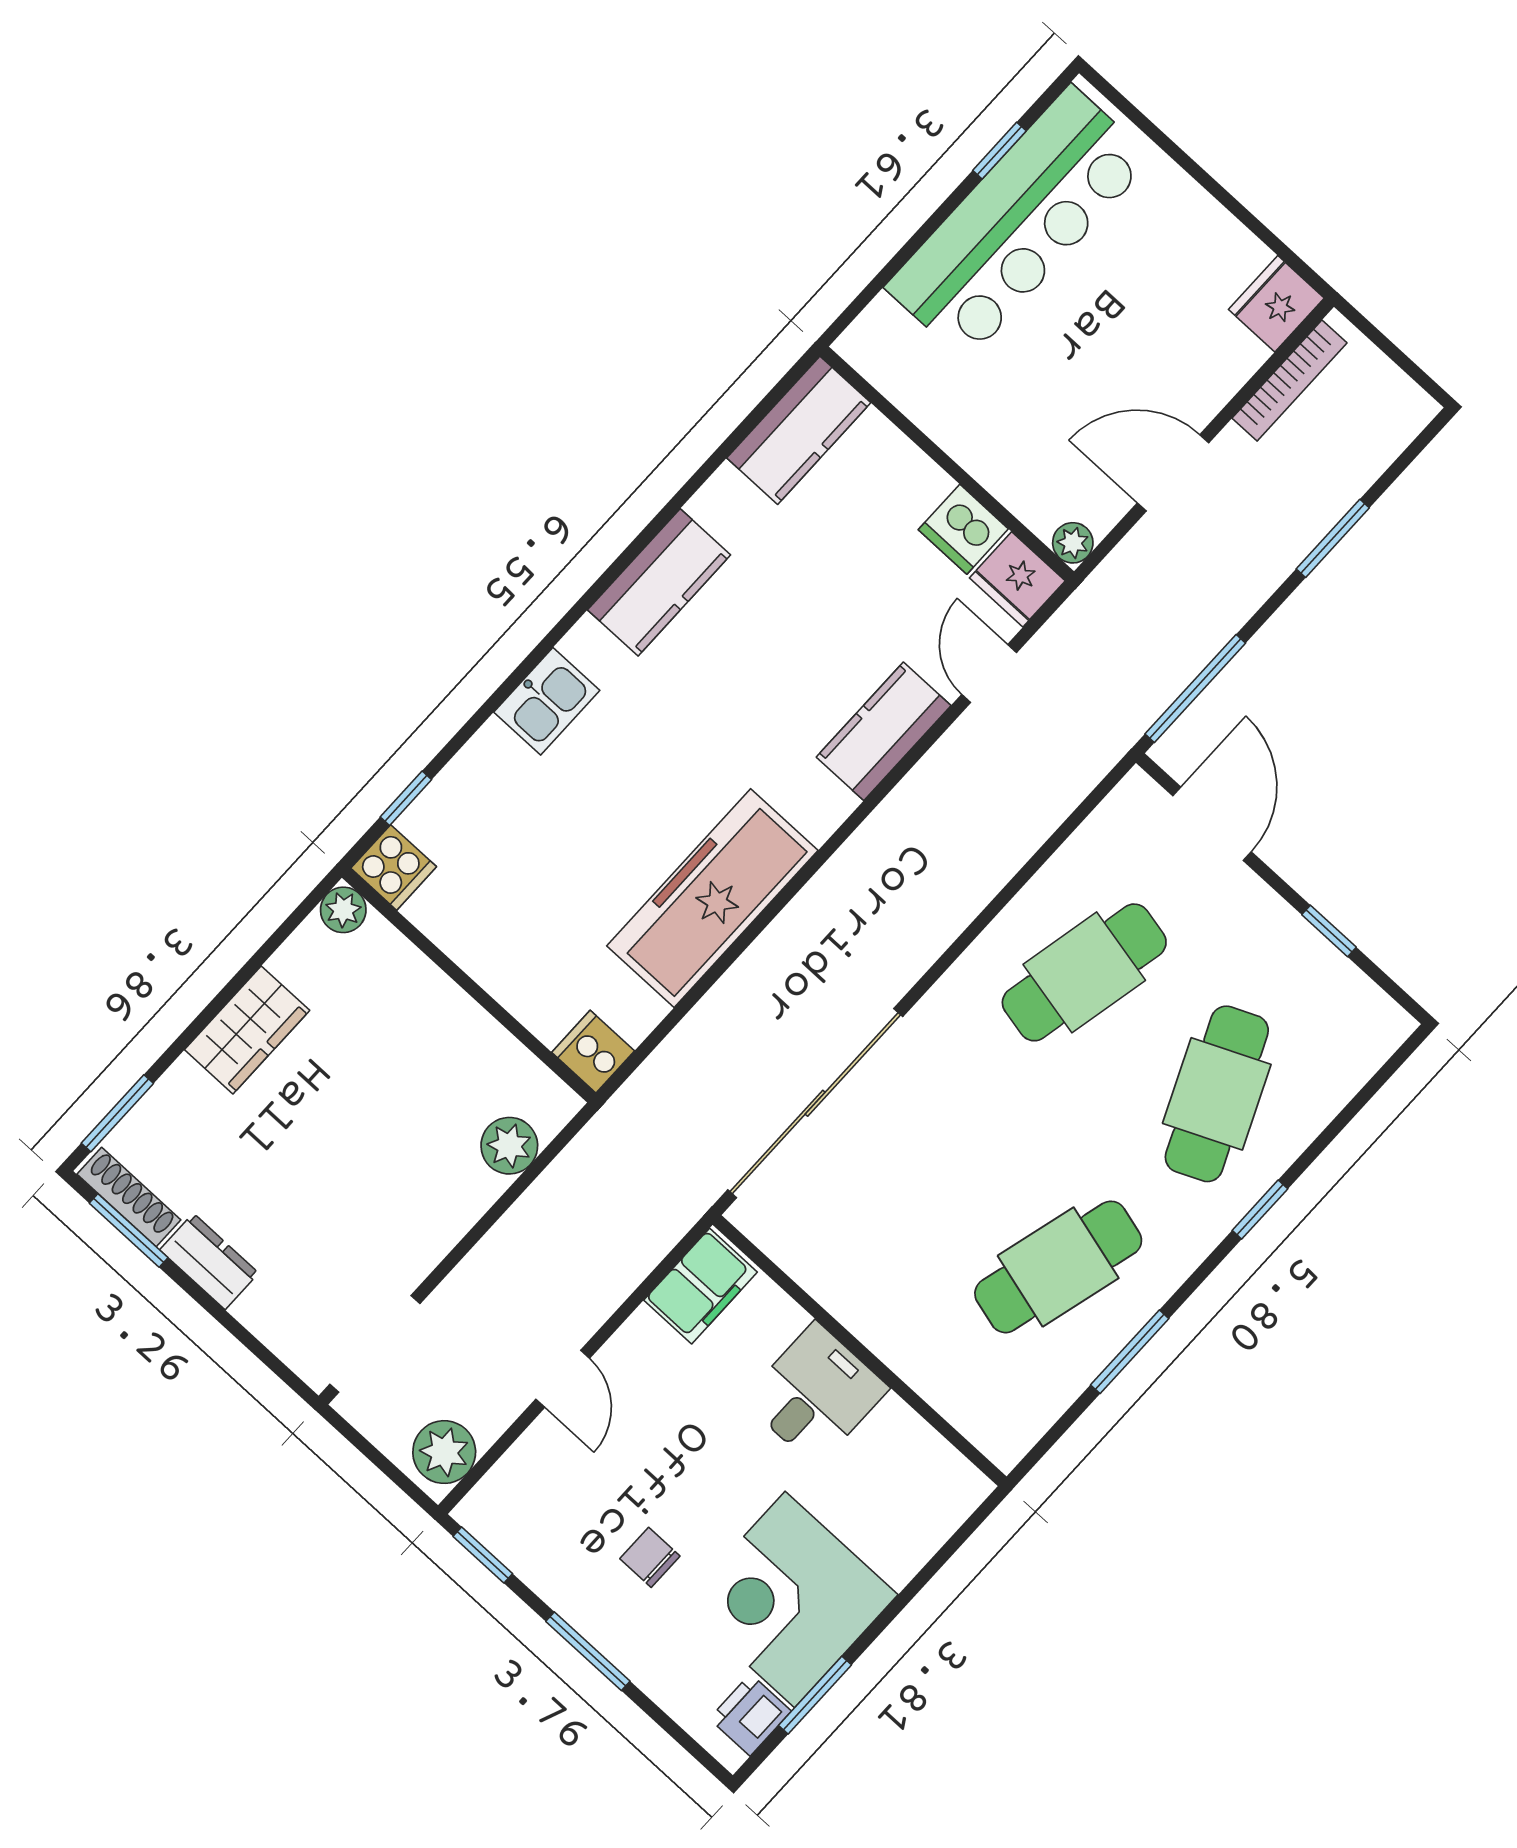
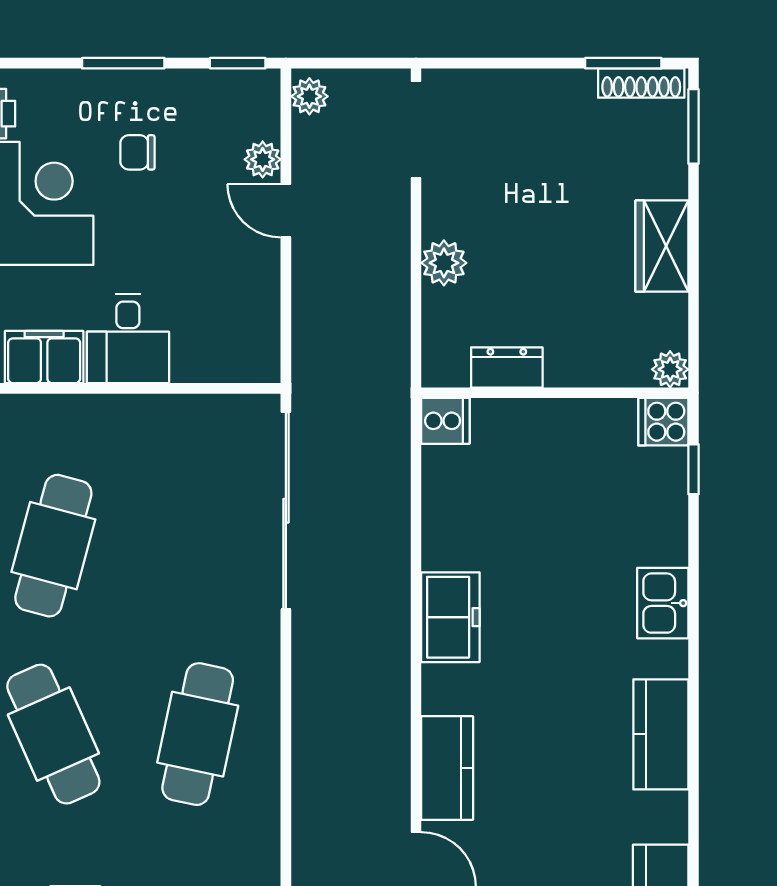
freezer: (712, 898) -> (450, 617), width x0.52, depth x0.79
plant: (509, 1146) -> (444, 263), moved
dresser: (209, 1261) -> (507, 367), moved, turned 180
filing cabinet: (701, 1286) -> (44, 357), moved, turned 90
plant: (541, 1446) -> (263, 159), added
plant: (444, 1452) -> (309, 96), width x0.73, depth x0.73
chair: (650, 1557) -> (137, 152), turned 180

